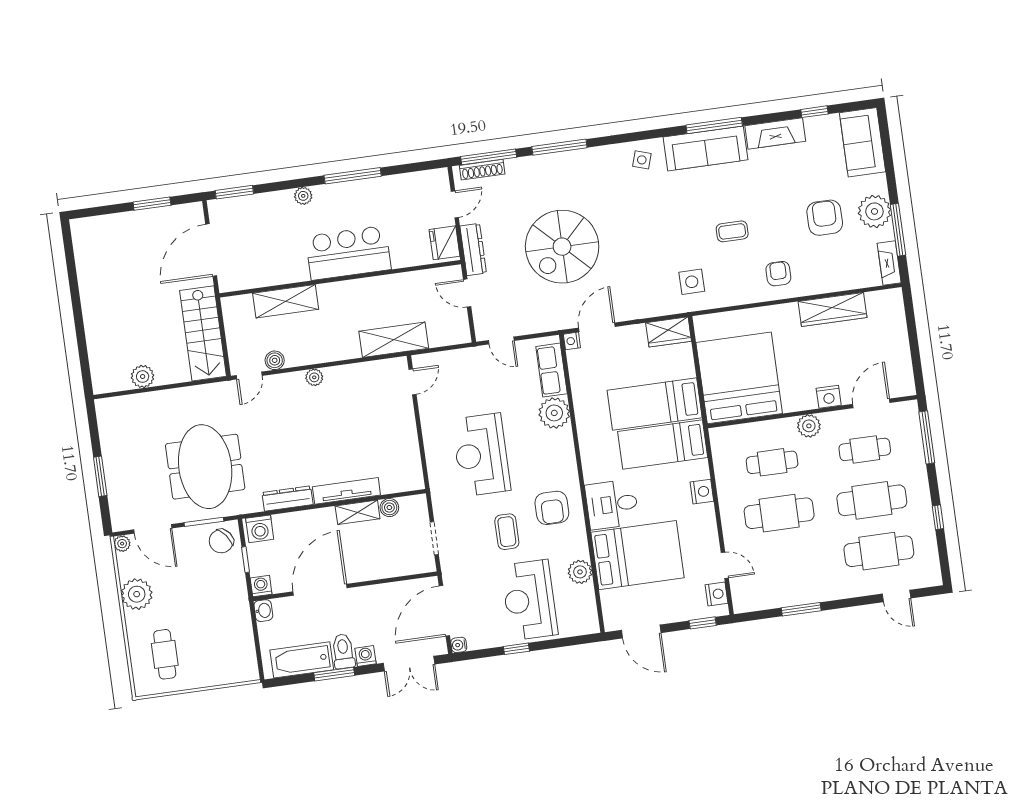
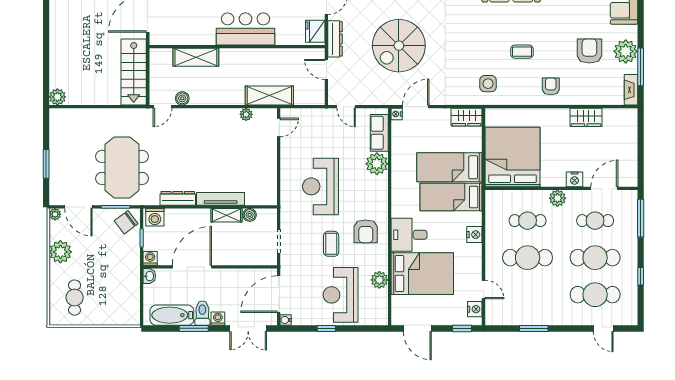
wardrobe: (833, 310) -> (586, 117), width x0.67
plant: (143, 377) -> (57, 97), moved
plant: (314, 377) -> (246, 114), moved

